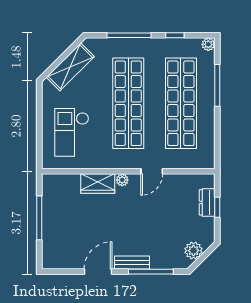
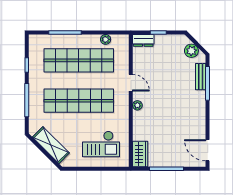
plant: (208, 44) -> (106, 39), moved
wardrobe: (98, 184) -> (140, 154), moved
dresser: (207, 202) -> (143, 40), moved
bench: (132, 263) -> (201, 77), moved
door: (98, 272) -> (208, 150), moved

